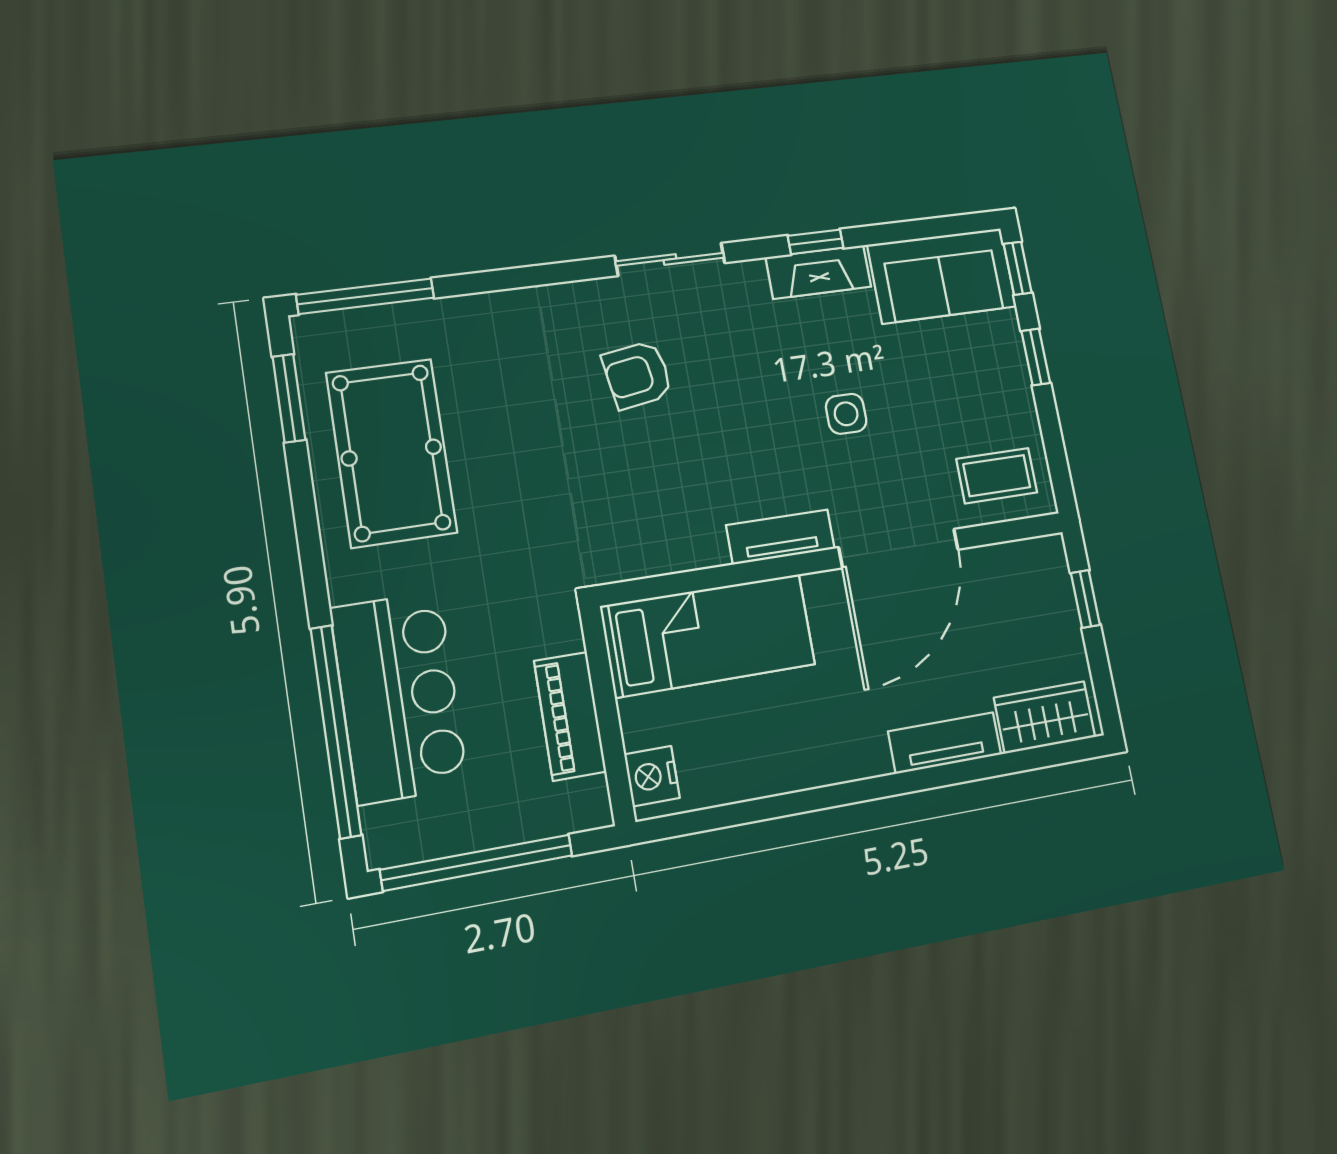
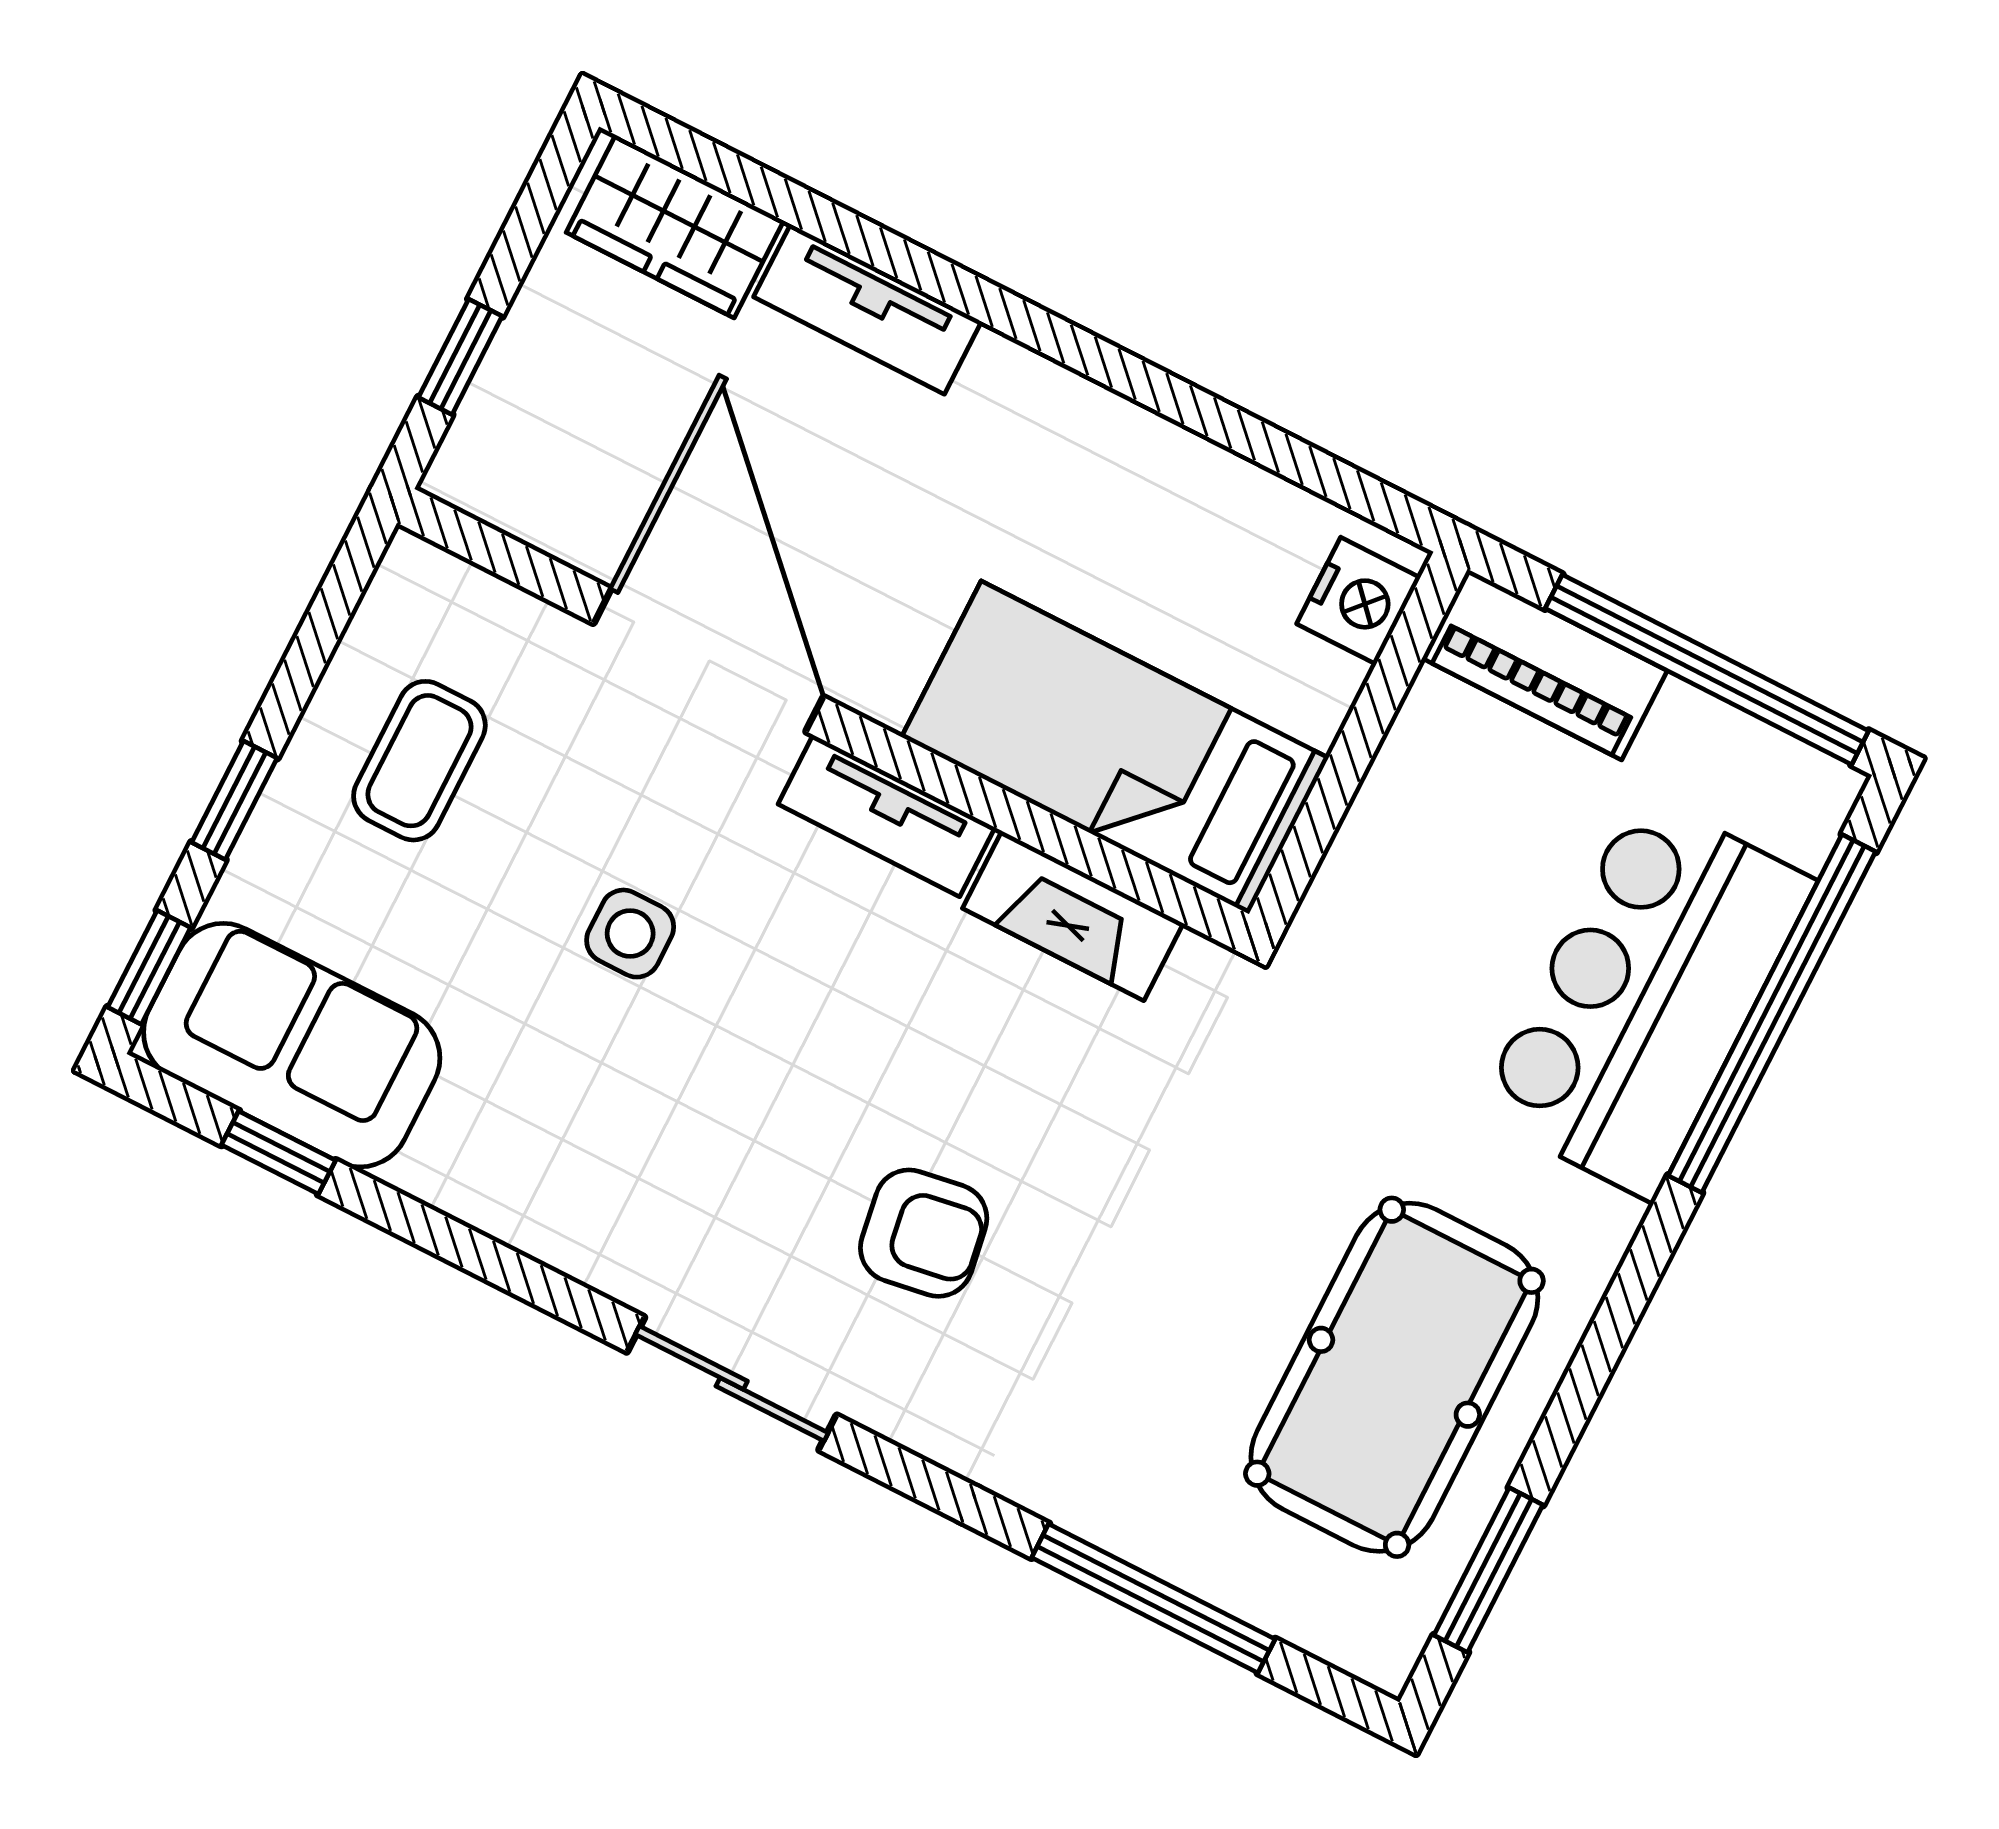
window: (816, 242) -> (278, 1153), moved
fireplace: (819, 272) -> (1073, 916), moved, turned 180
window: (365, 296) -> (1153, 1598), moved
coffee table: (997, 476) -> (419, 761), moved, turned 90
door: (899, 548) -> (708, 660), hinge flipped
piano: (570, 716) -> (1545, 664), moved, turned 90

